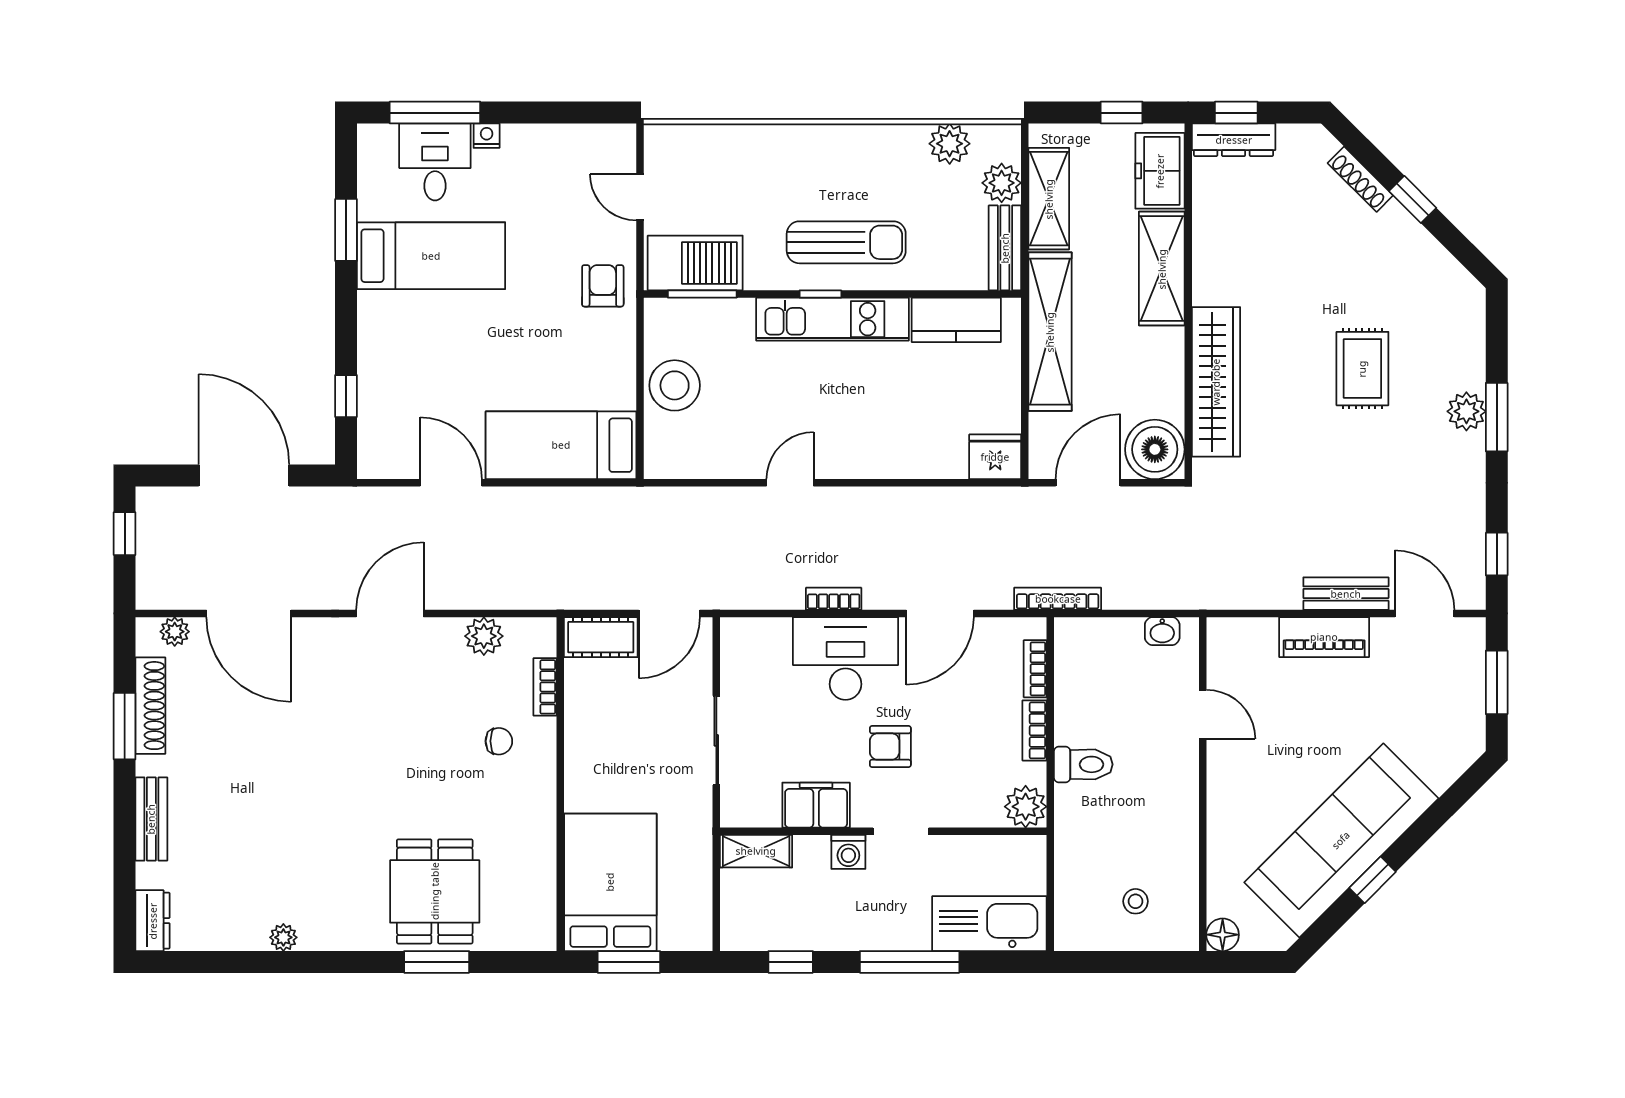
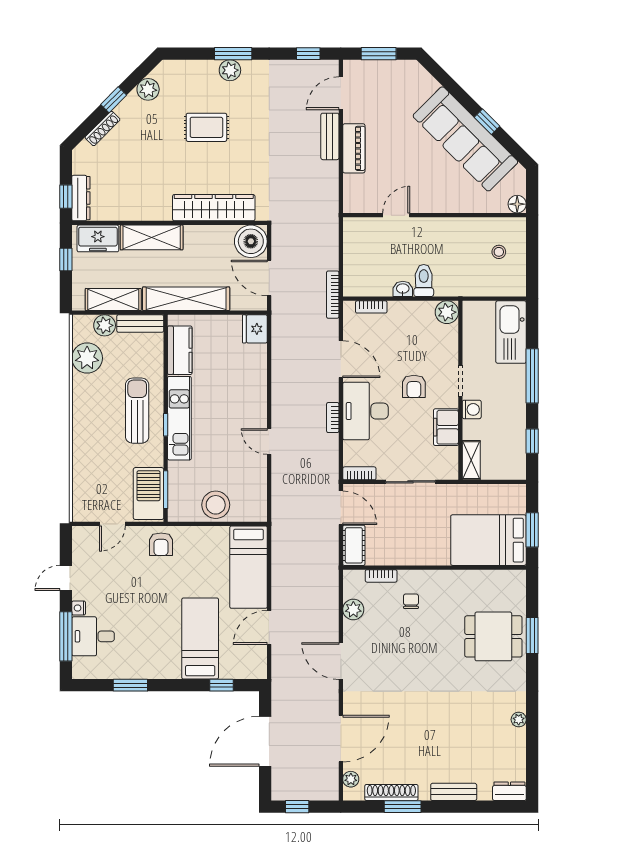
door: (541, 113) -> (66, 578), added
plant: (950, 144) -> (87, 358), width x1.36, depth x1.36
bed: (431, 256) -> (200, 638), moved
plant: (1432, 262) -> (148, 89), added
armchair: (603, 286) -> (161, 544), turned -90
washbasin: (1162, 631) -> (403, 289), moved, turned -90
bookcase: (1035, 730) -> (359, 473), moved, turned 180

